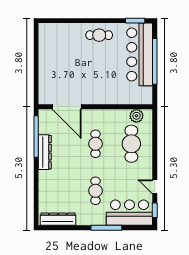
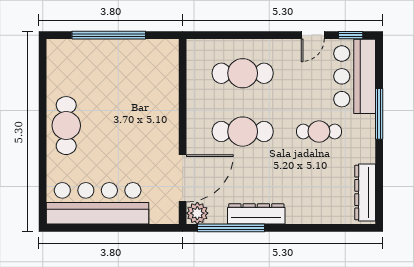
window: (135, 21) -> (43, 67), removed
cafe table: (99, 35) -> (66, 126), width x1.37, depth x1.35
bar counter: (140, 54) -> (98, 203), moved, turned 180
plant: (136, 116) -> (197, 213), moved
cafe table: (95, 144) -> (243, 132), width x1.37, depth x1.35

